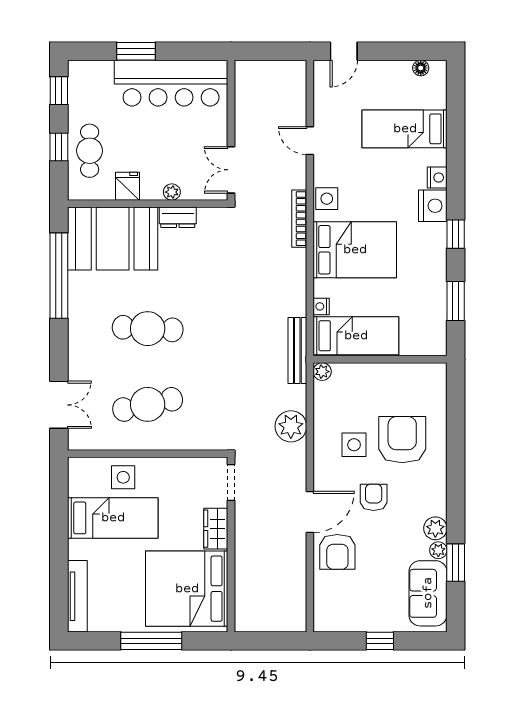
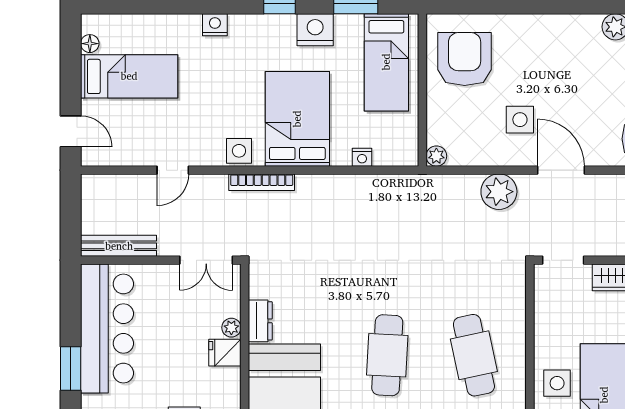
bed: (405, 129) -> (129, 76), moved, turned -90
fridge: (127, 186) -> (225, 353), moved
nightstand: (433, 206) -> (315, 30), moved
bed: (356, 336) -> (386, 62), moved, turned 180
bench: (297, 350) -> (119, 246), moved
armchair: (402, 440) -> (465, 59), moved, turned 90
armchair: (374, 497) -> (580, 97), removed
door: (310, 512) -> (561, 170), moved

